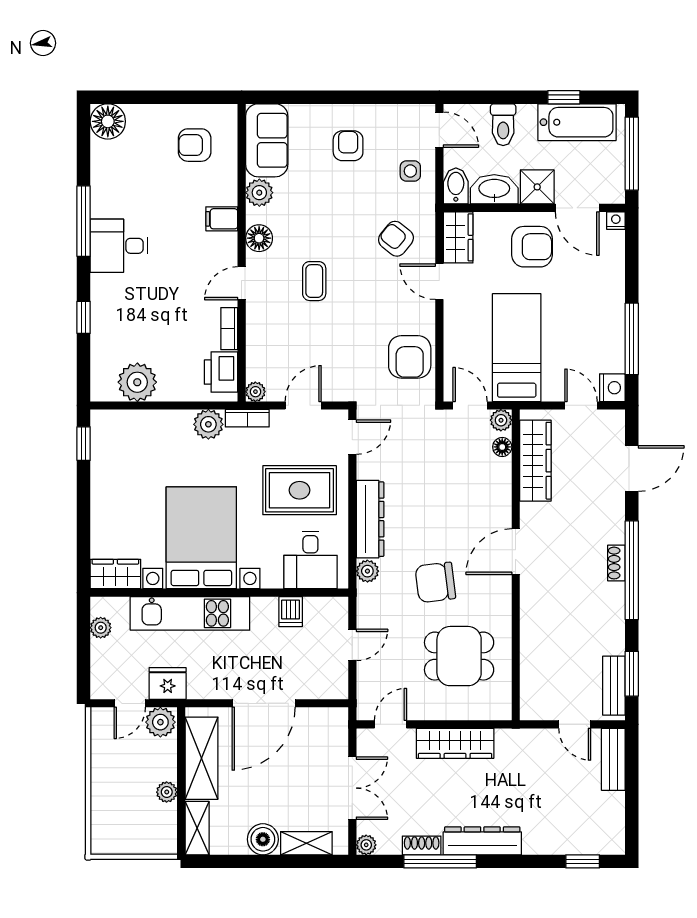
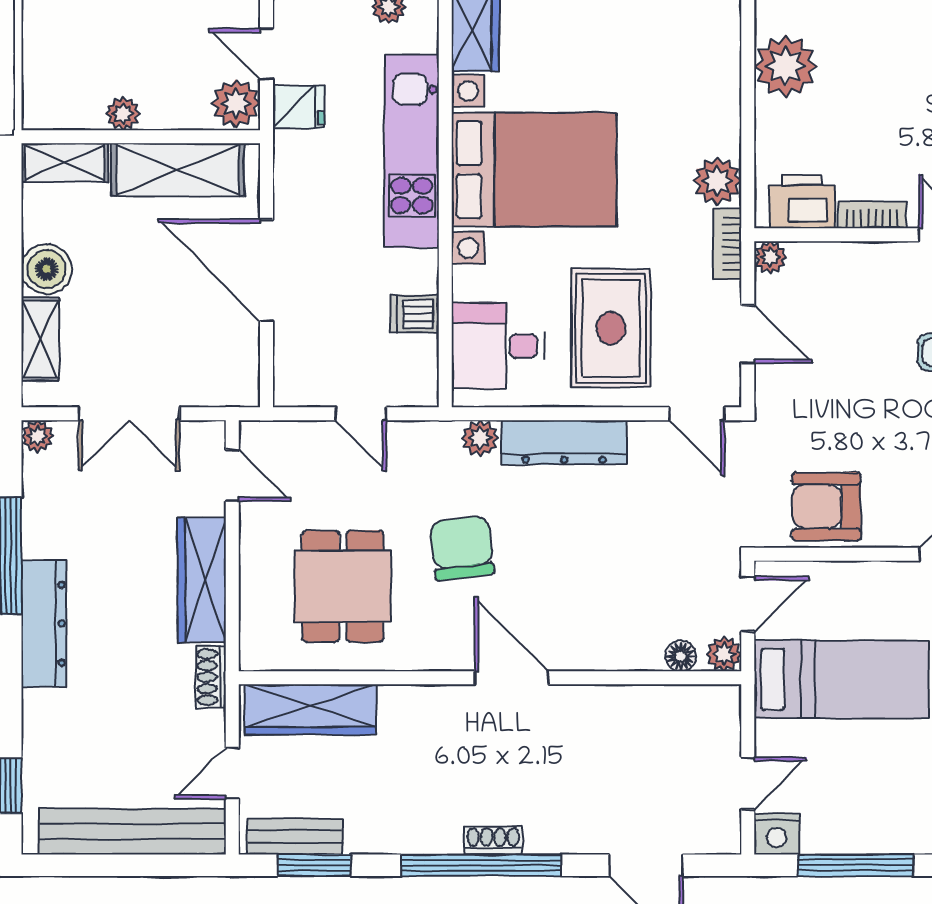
wardrobe: (535, 461) -> (310, 710), moved
fridge: (168, 683) -> (298, 107), width x0.72
bench: (613, 759) -> (132, 831), width x1.86, depth x1.21
shoe rack: (422, 845) -> (211, 677), moved, turned 180

